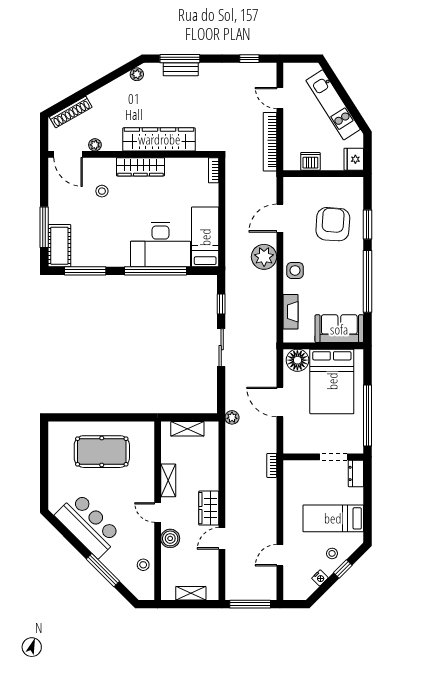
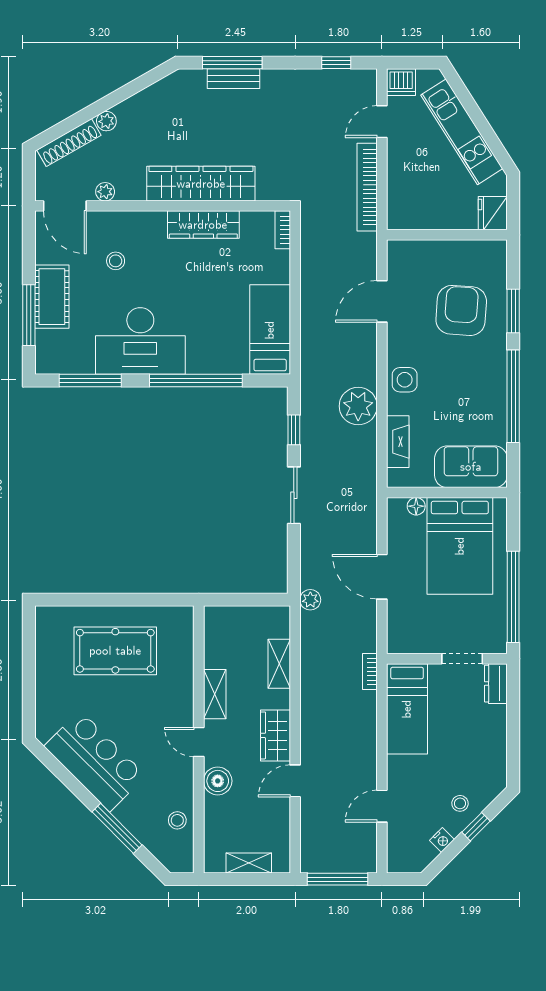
plant: (137, 74) -> (106, 121), moved
door: (280, 98) -> (382, 122), hinge flipped
dishwasher: (310, 161) -> (401, 82), moved, turned 180
wardrobe: (140, 167) -> (203, 225), moved
desk: (160, 245) -> (140, 341), moved
cot: (59, 246) -> (52, 297), moved
plant: (264, 257) -> (358, 406), moved
floor lamp: (297, 360) -> (416, 506), width x0.53, depth x0.53
shelving: (187, 429) -> (279, 664), moved, turned 90
bed: (333, 518) -> (407, 709), moved, turned -90

